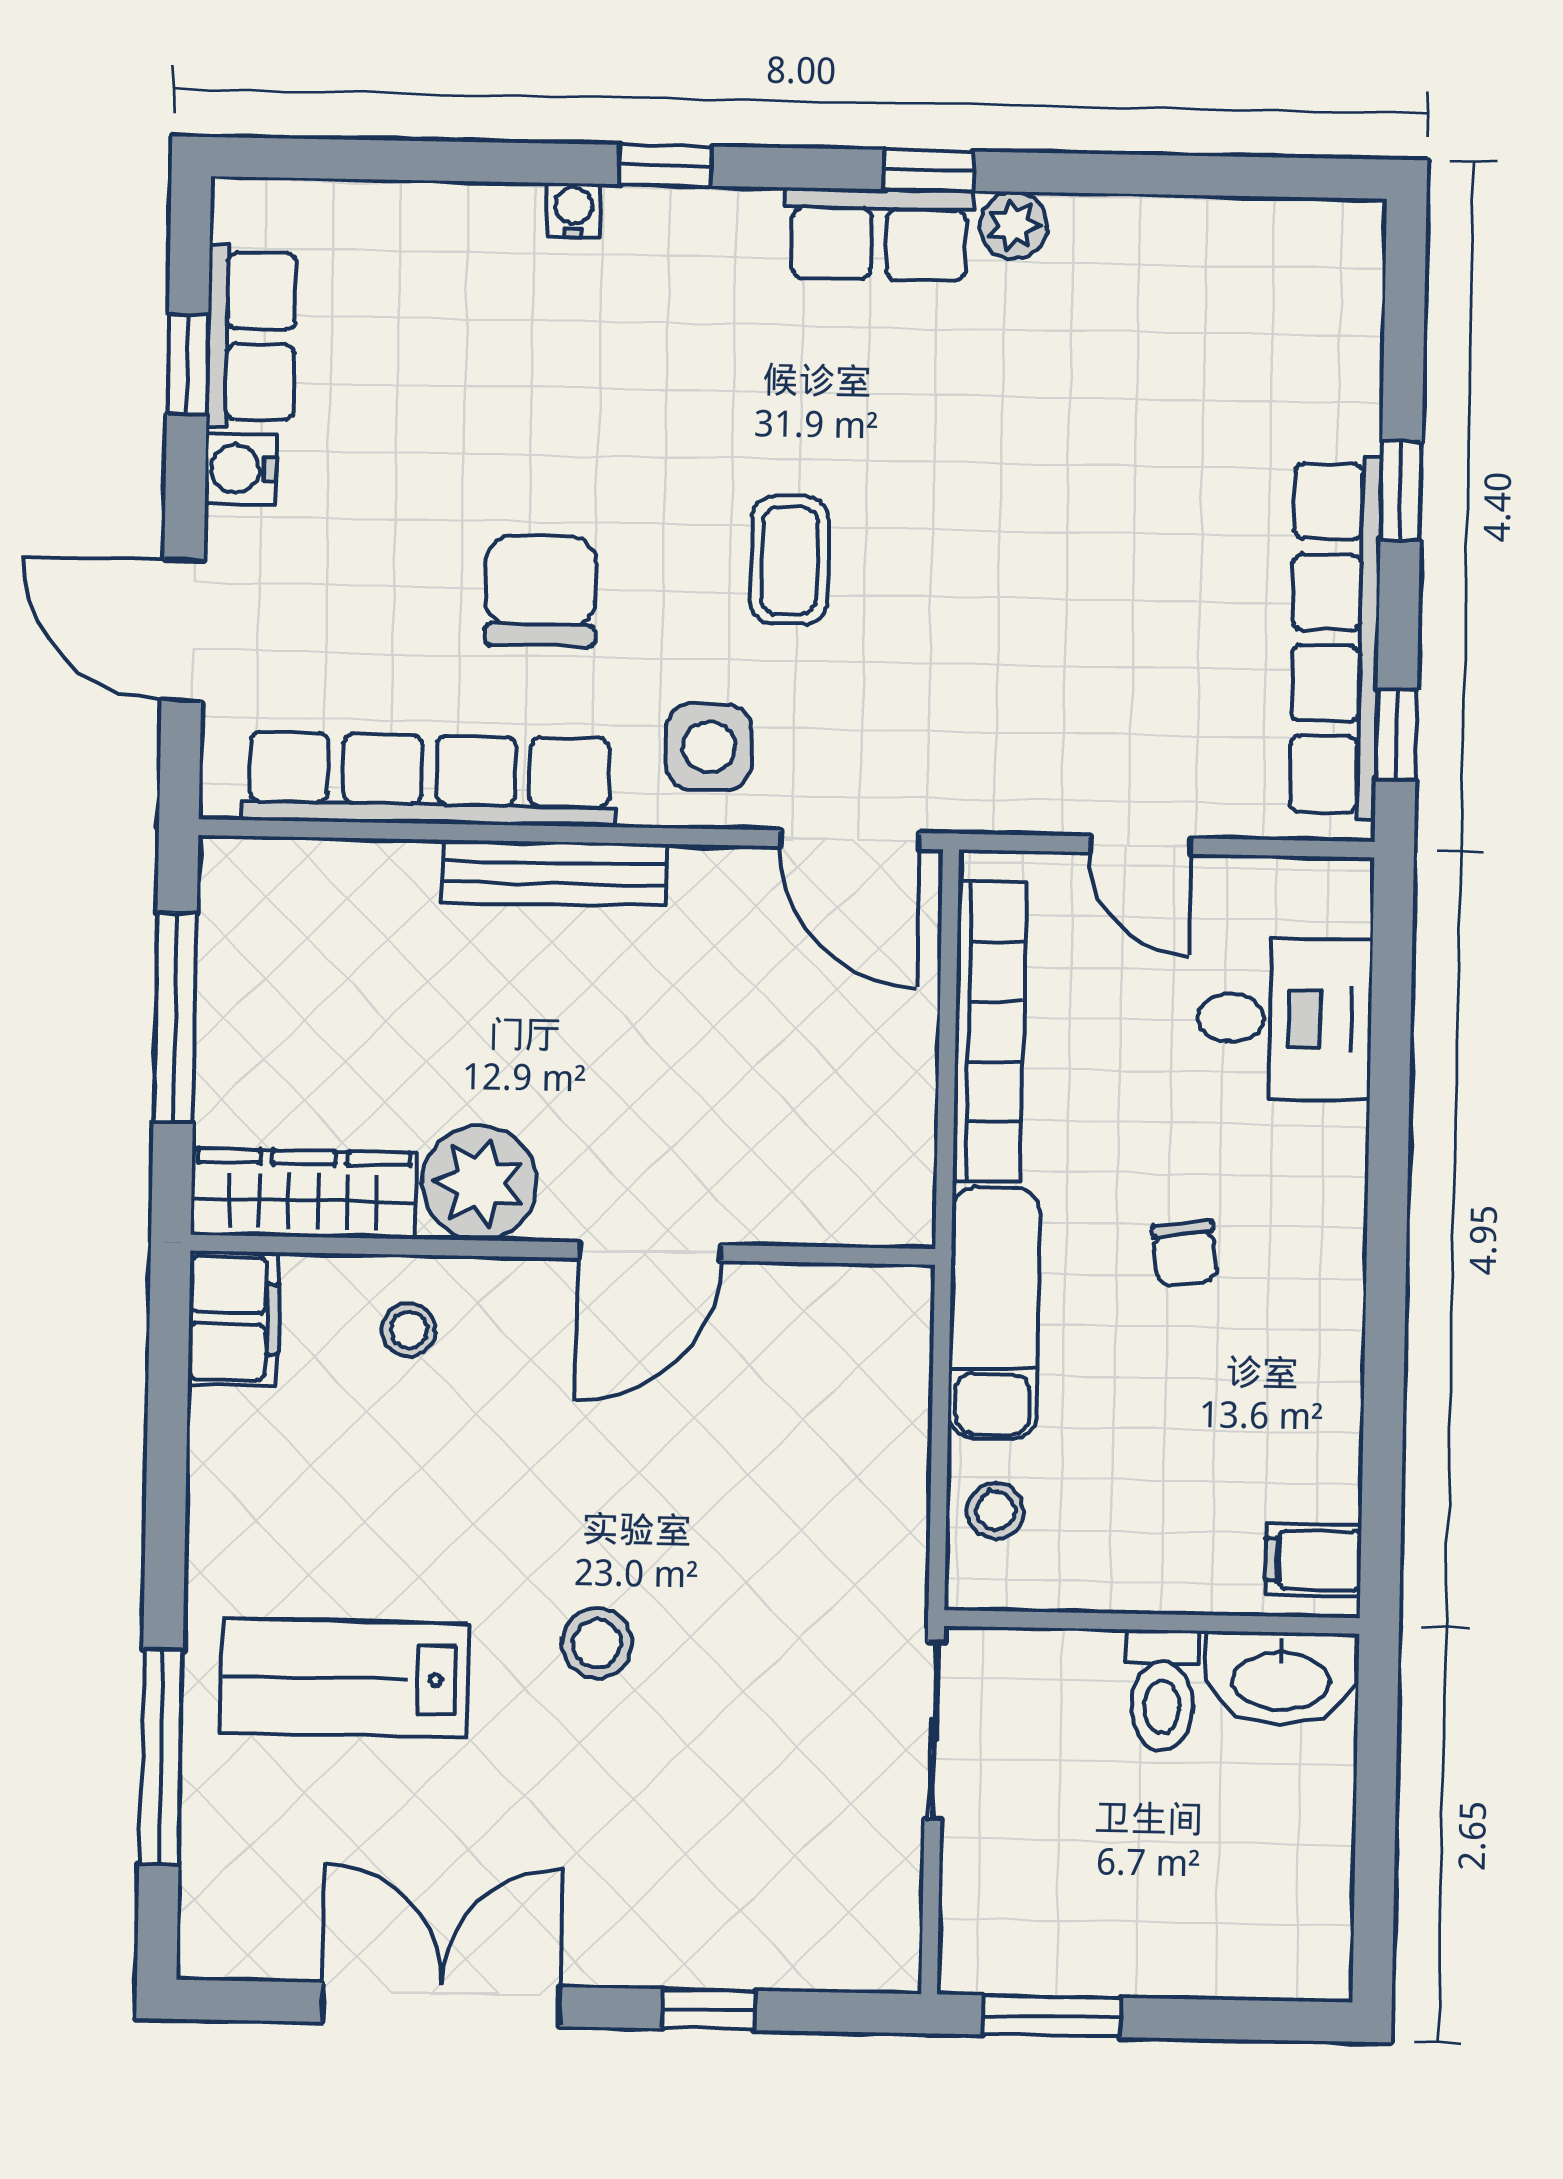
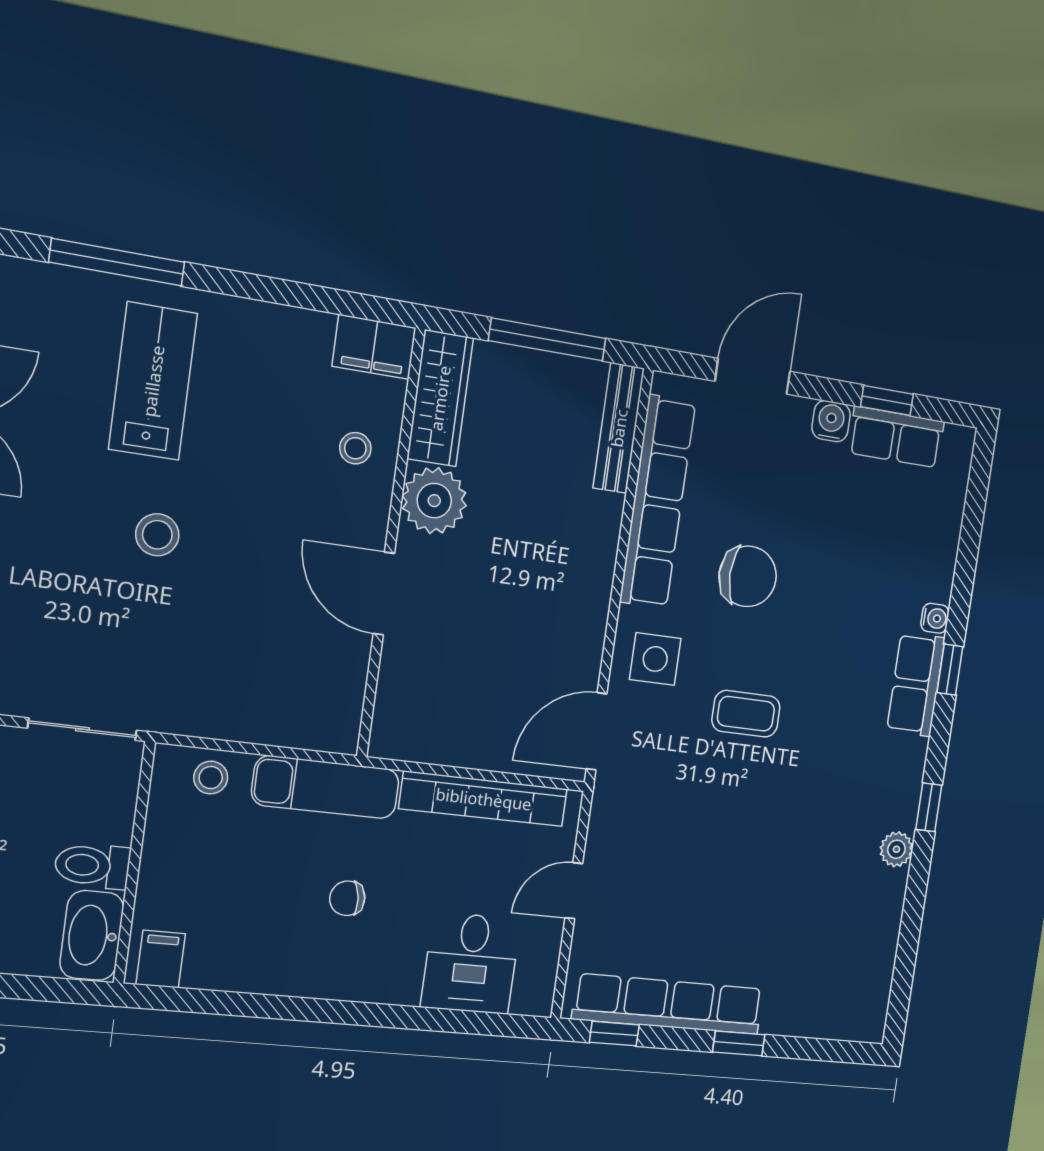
row of seats: (879, 234) -> (916, 684), moved
bench: (555, 873) -> (619, 428), moved

